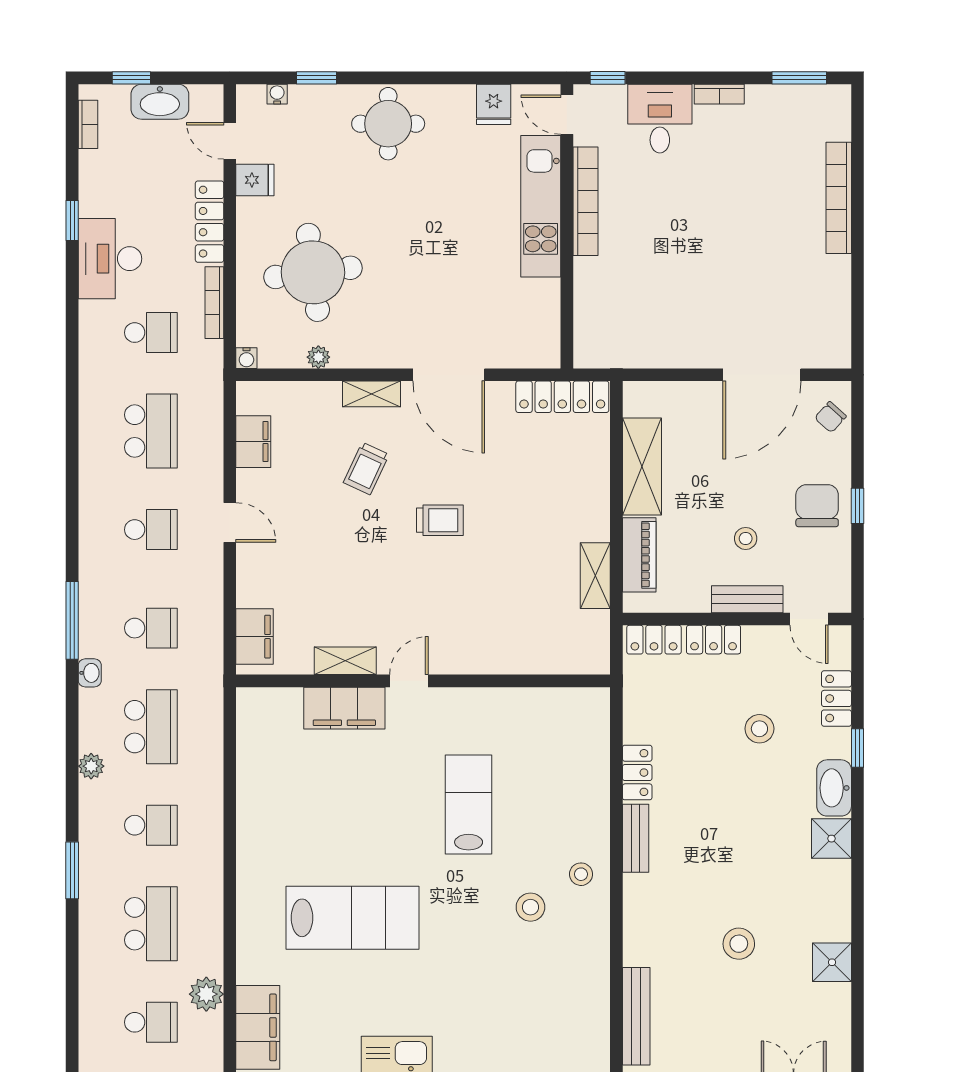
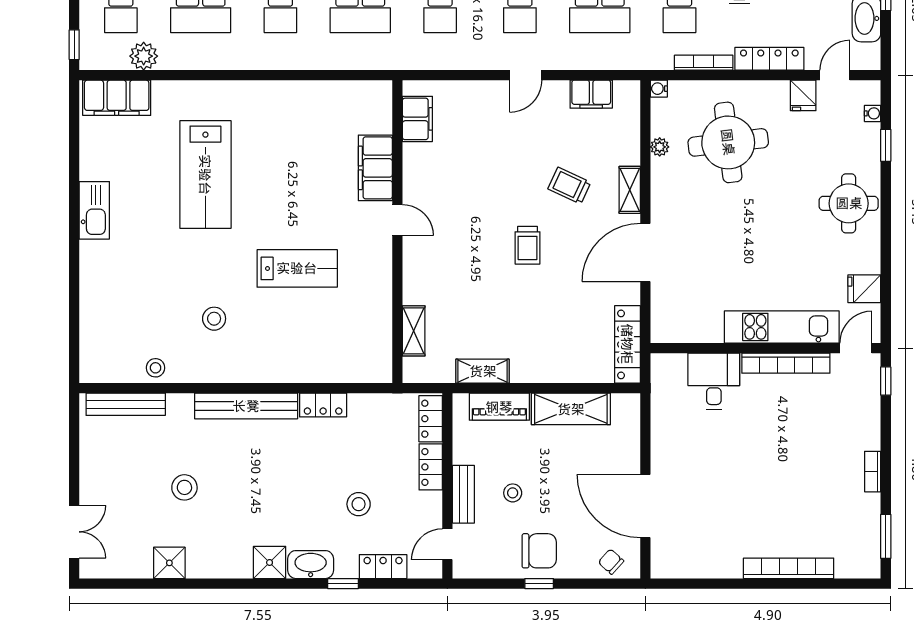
desk: (660, 119) -> (714, 381), moved, turned -90
filing cabinet: (255, 637) -> (417, 119), moved, turned -90
shelving: (345, 661) -> (414, 331), moved
bench: (636, 838) -> (246, 406), width x1.86, depth x1.21
stool: (581, 874) -> (155, 368), moved

